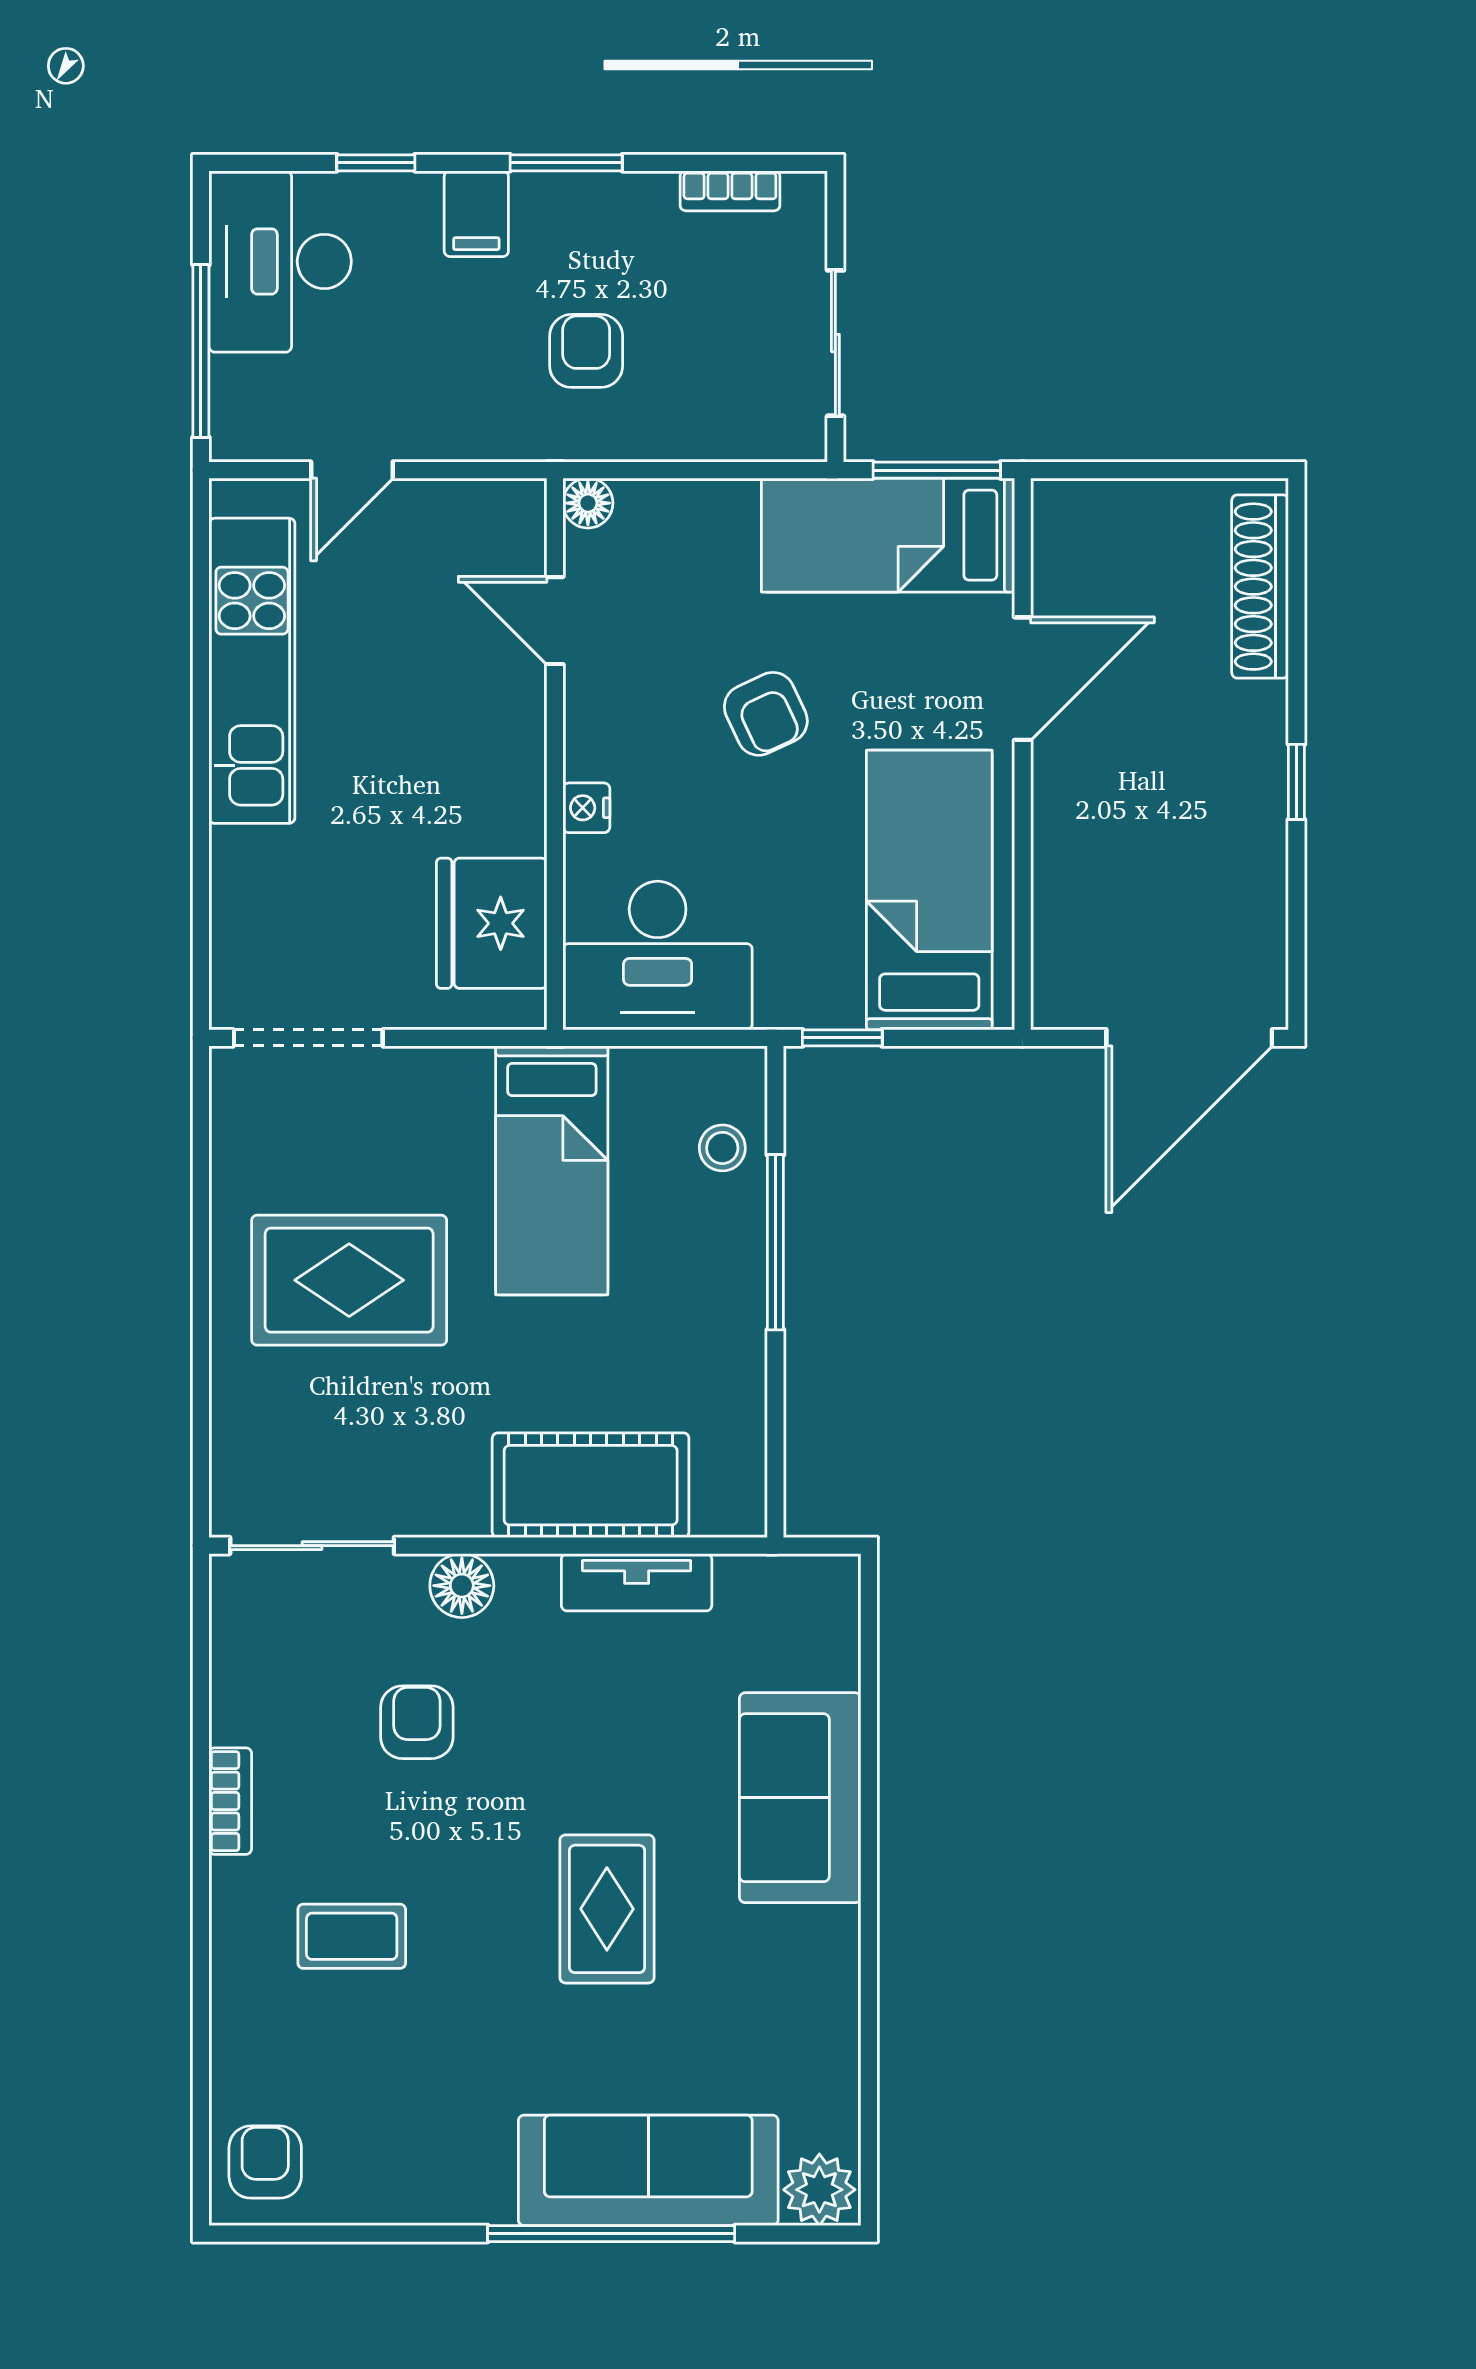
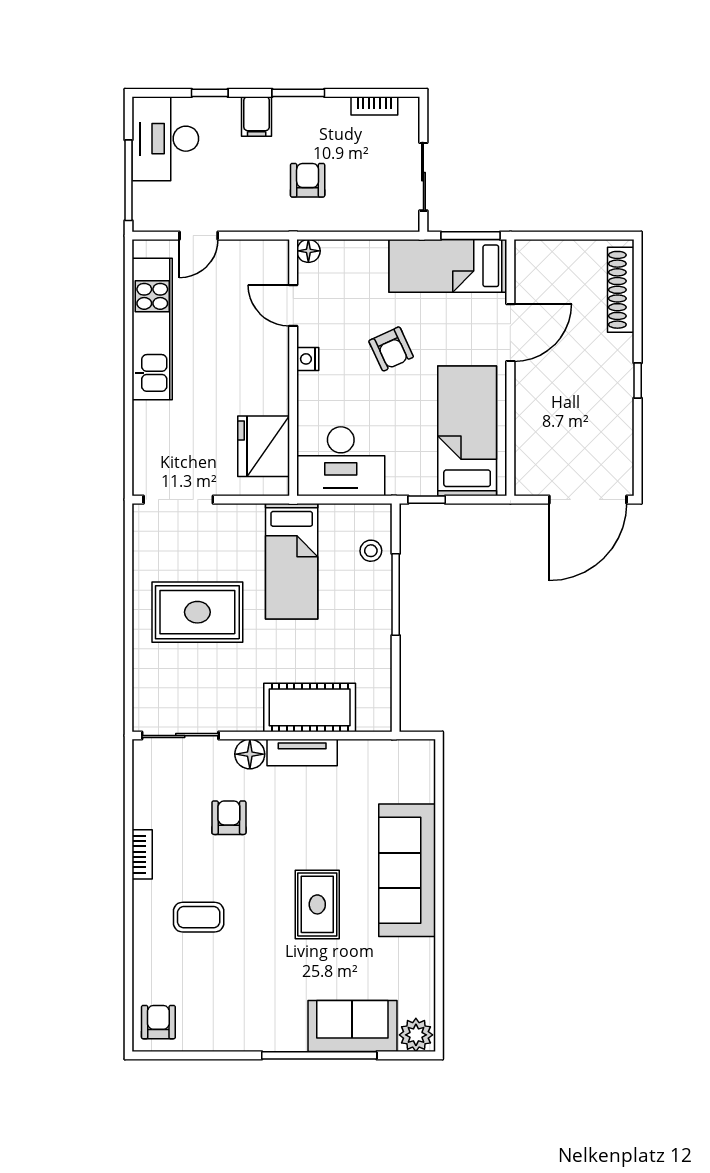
nightstand: (586, 808) -> (308, 359), moved
tv unit: (637, 1582) -> (302, 753), moved
sofa: (800, 1798) -> (407, 870), width x1.36
sofa: (648, 2170) -> (352, 1026), width x0.73

